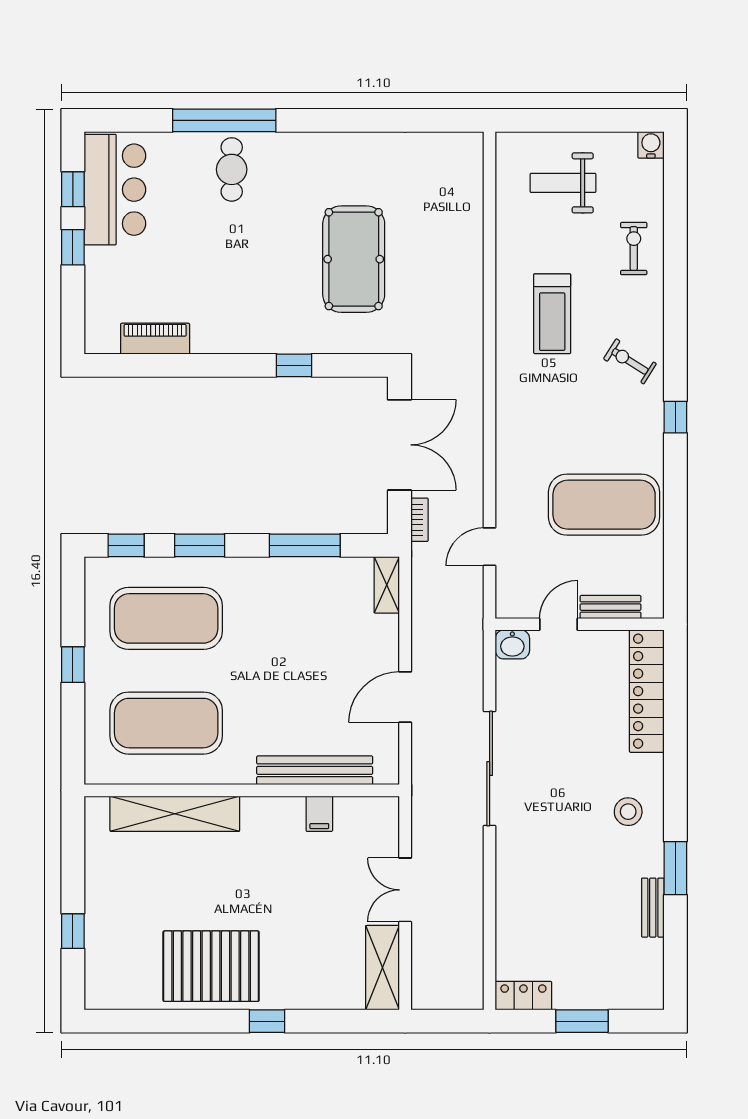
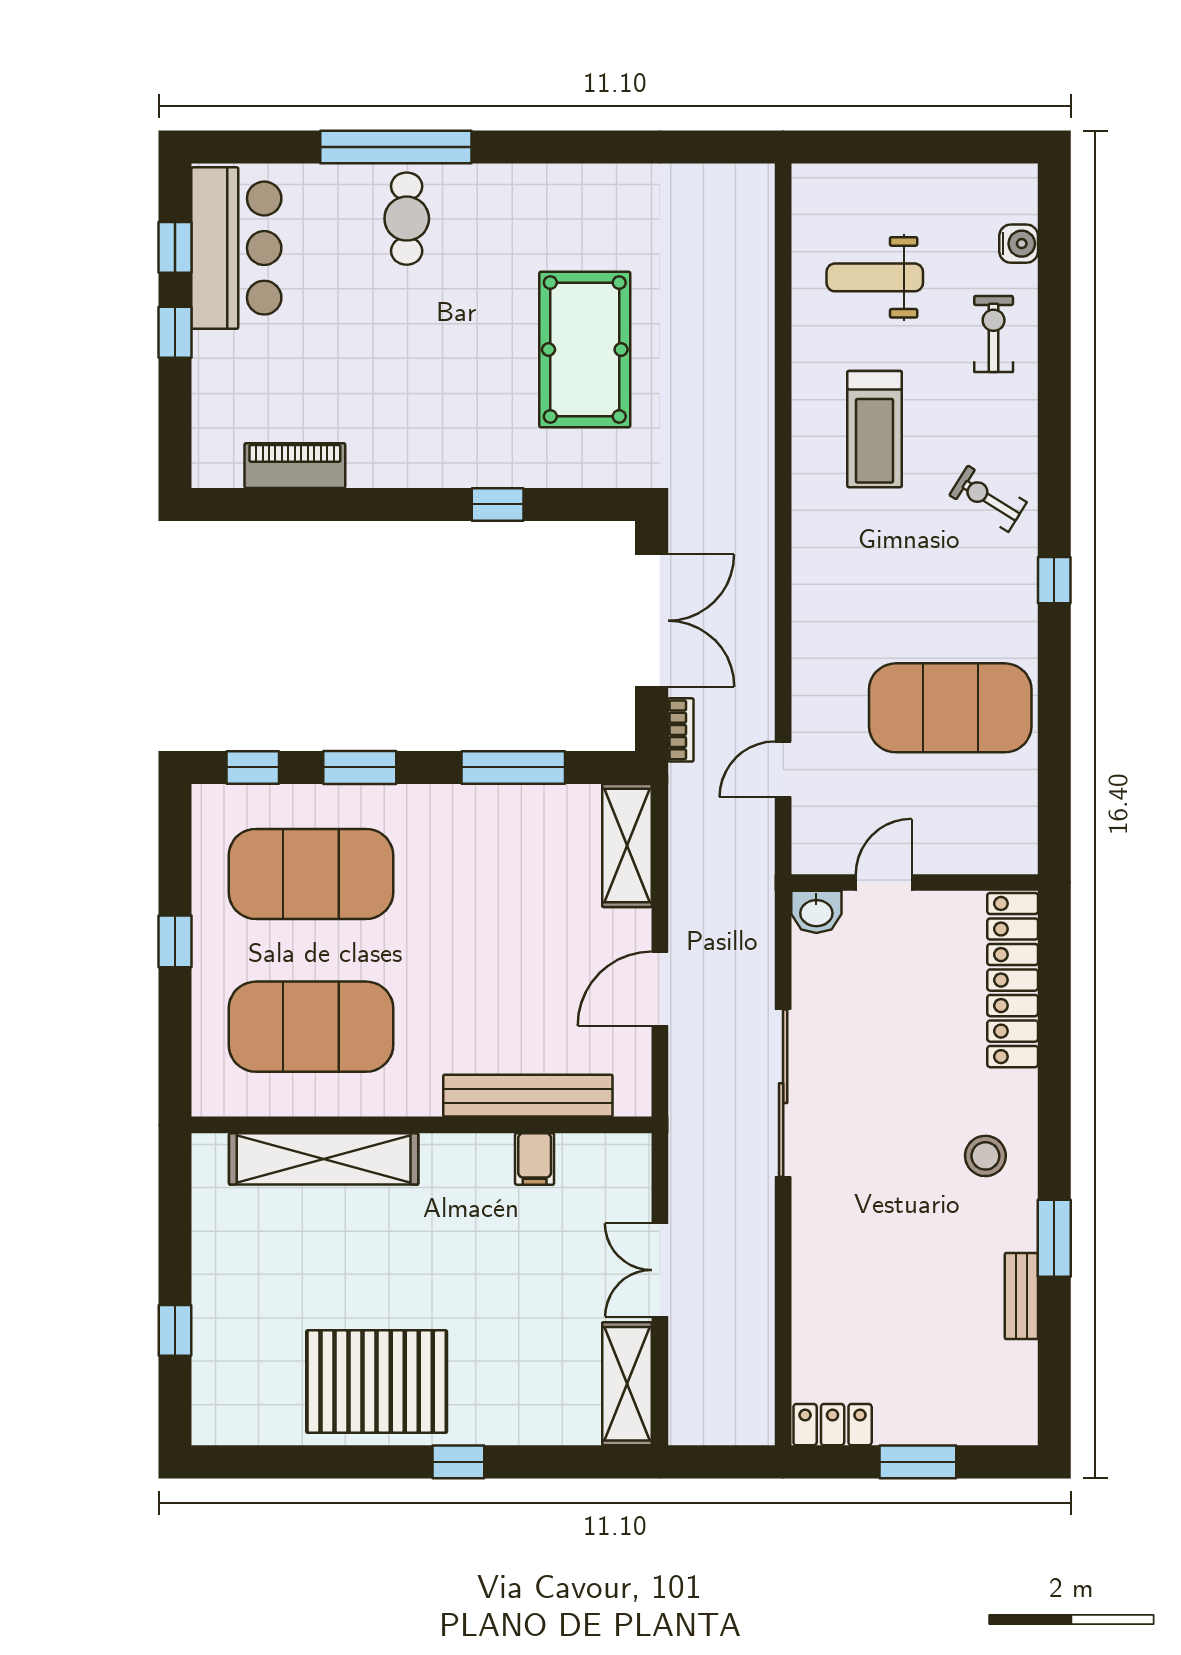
water cooler: (651, 145) -> (1019, 244), moved, turned 90
weight bench: (563, 183) -> (875, 277), moved
shelving: (387, 585) -> (627, 846), width x1.50, depth x1.33
bench: (611, 607) -> (960, 857), removed

